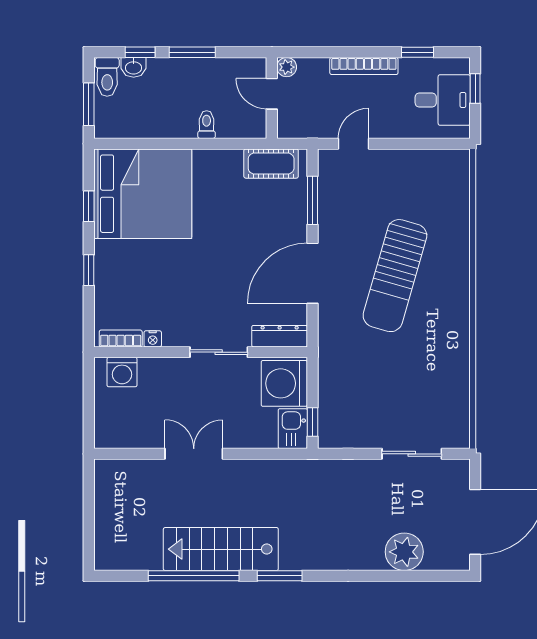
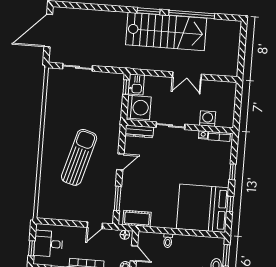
floor lamp: (293, 129) -> (125, 235), added
door: (312, 273) -> (120, 162), width x0.53
washing machine: (122, 372) -> (208, 119), moved
stairs: (221, 549) -> (166, 31), width x1.36, depth x1.51
plant: (404, 552) -> (85, 18), removed

